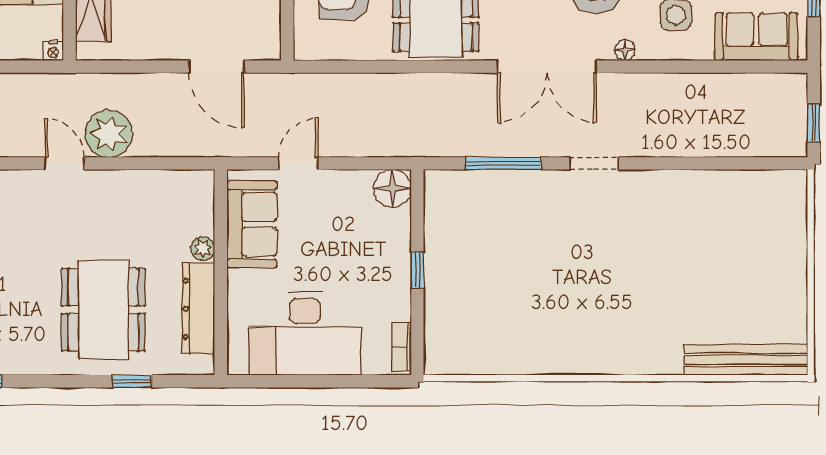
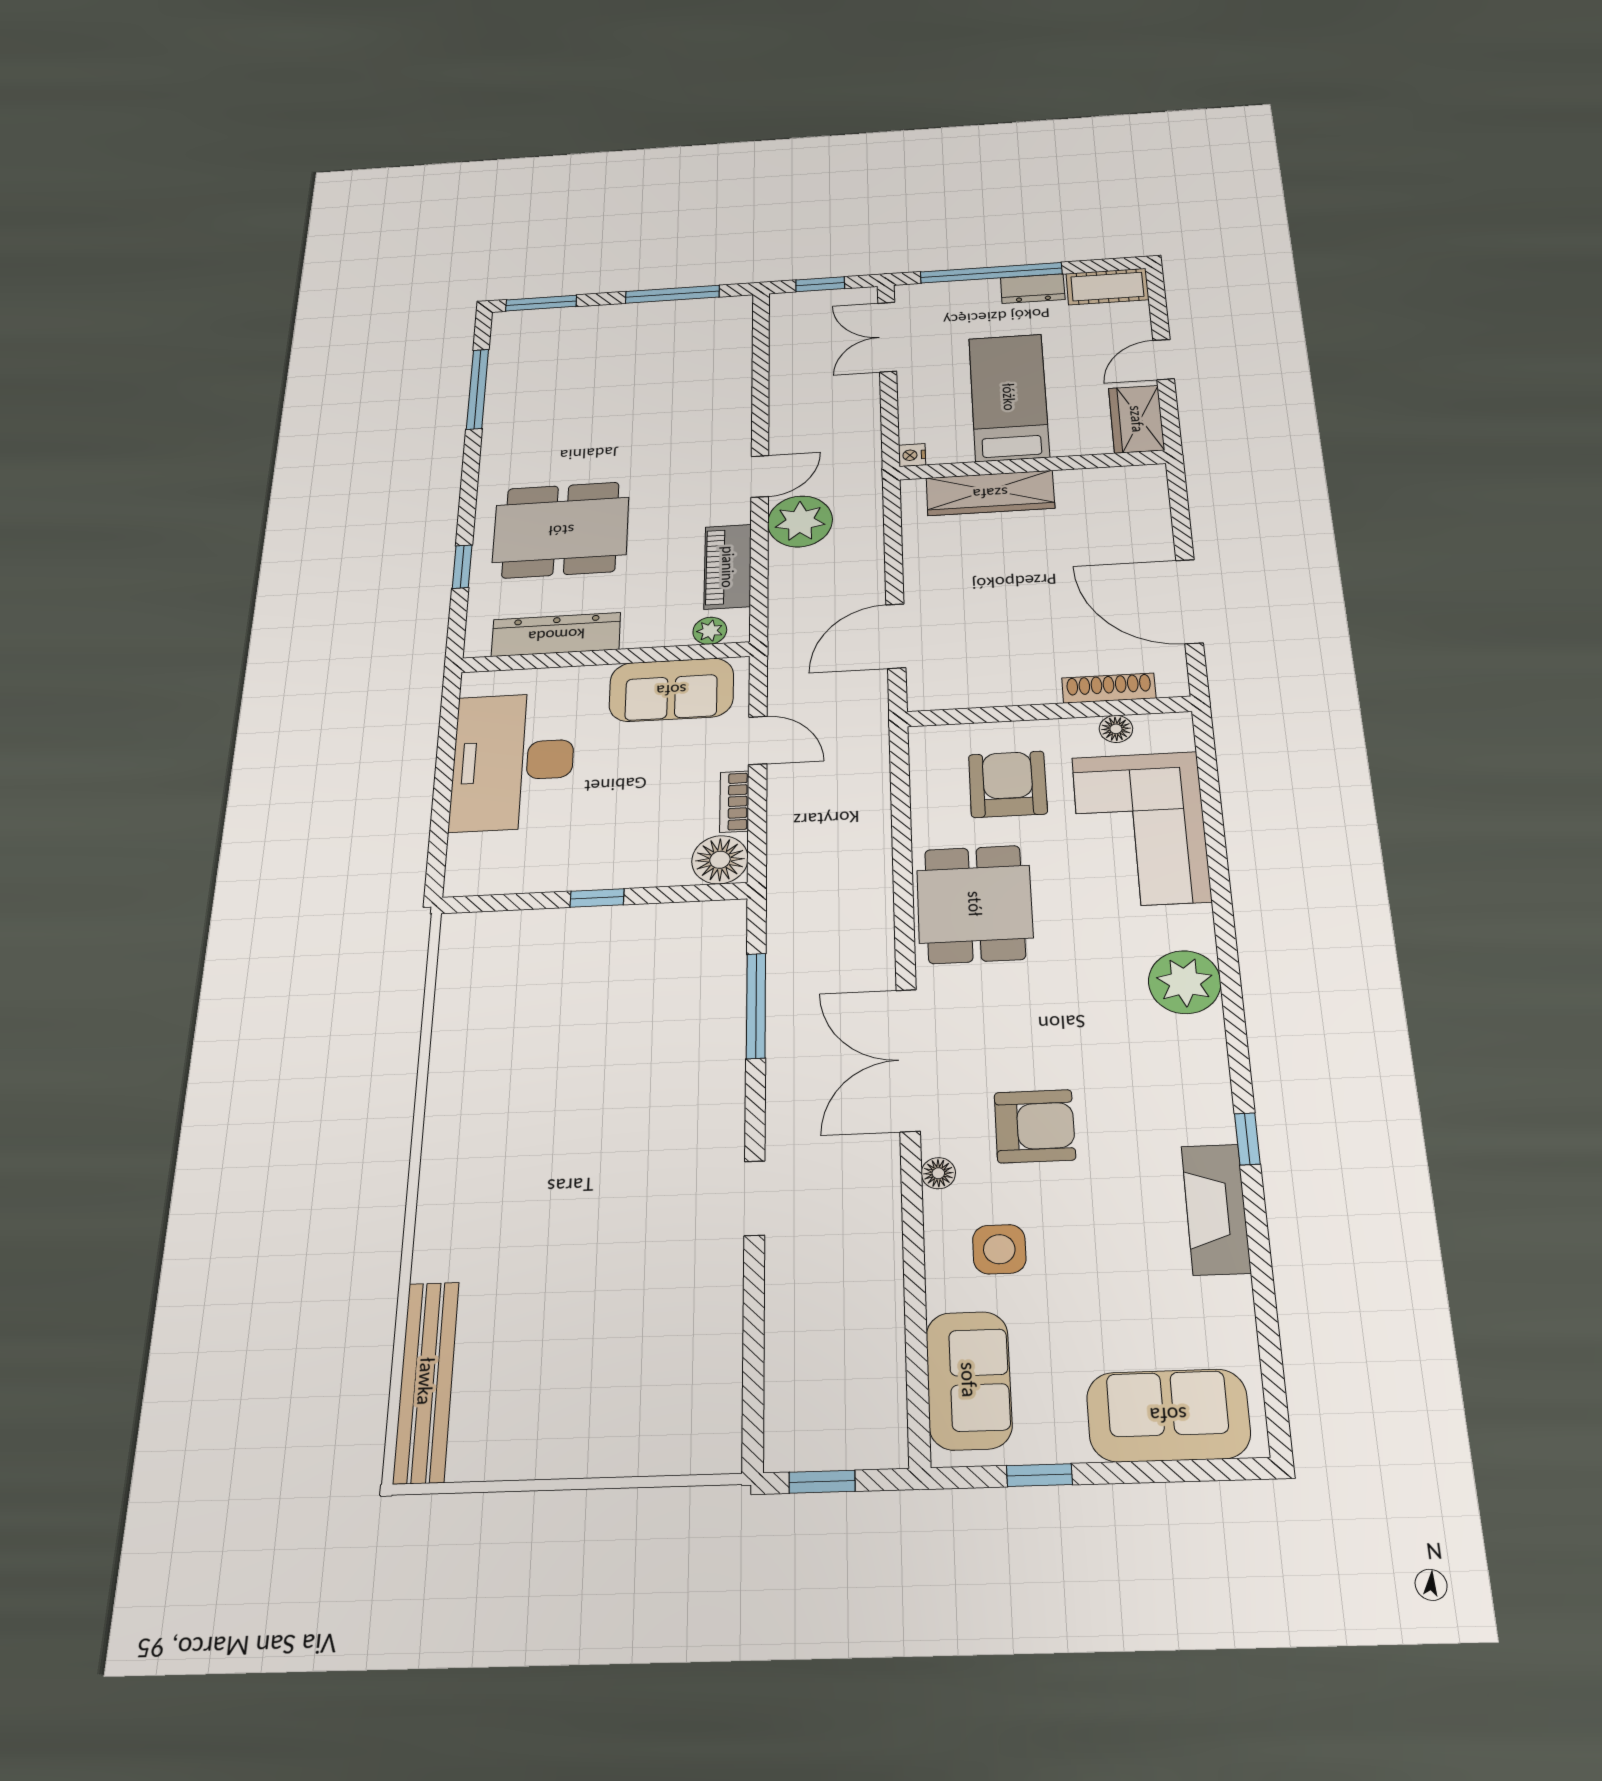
doorway: (594, 163) -> (755, 1198), moved
piano: (146, 186) -> (728, 567), added
plant: (203, 249) -> (710, 631), moved
bookcase: (402, 347) -> (734, 802), moved, turned -90

